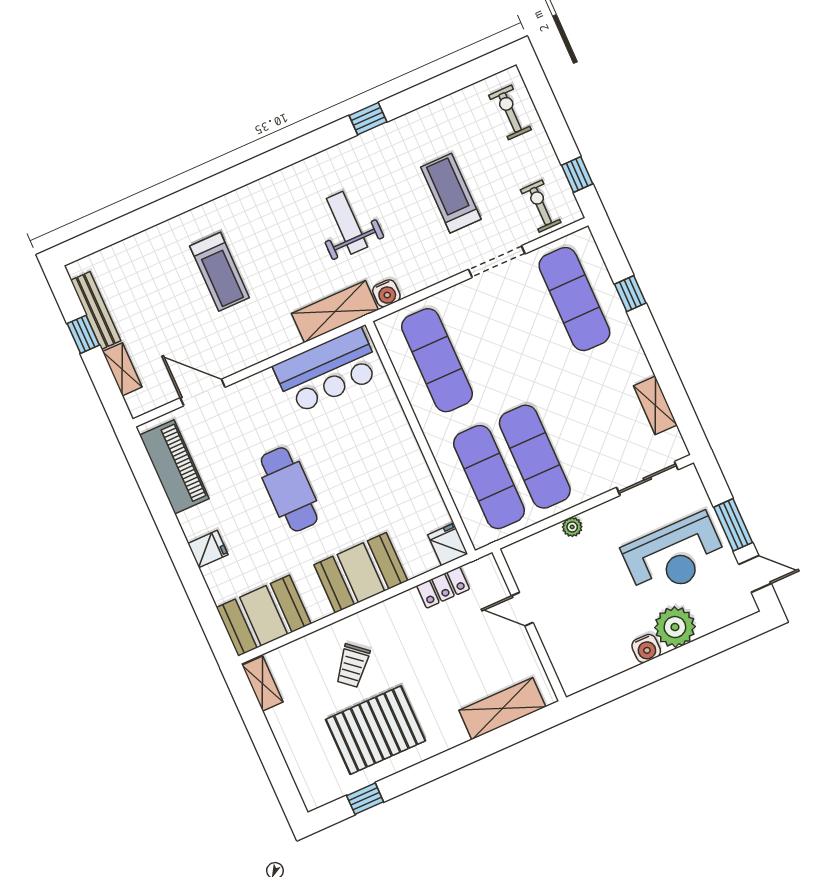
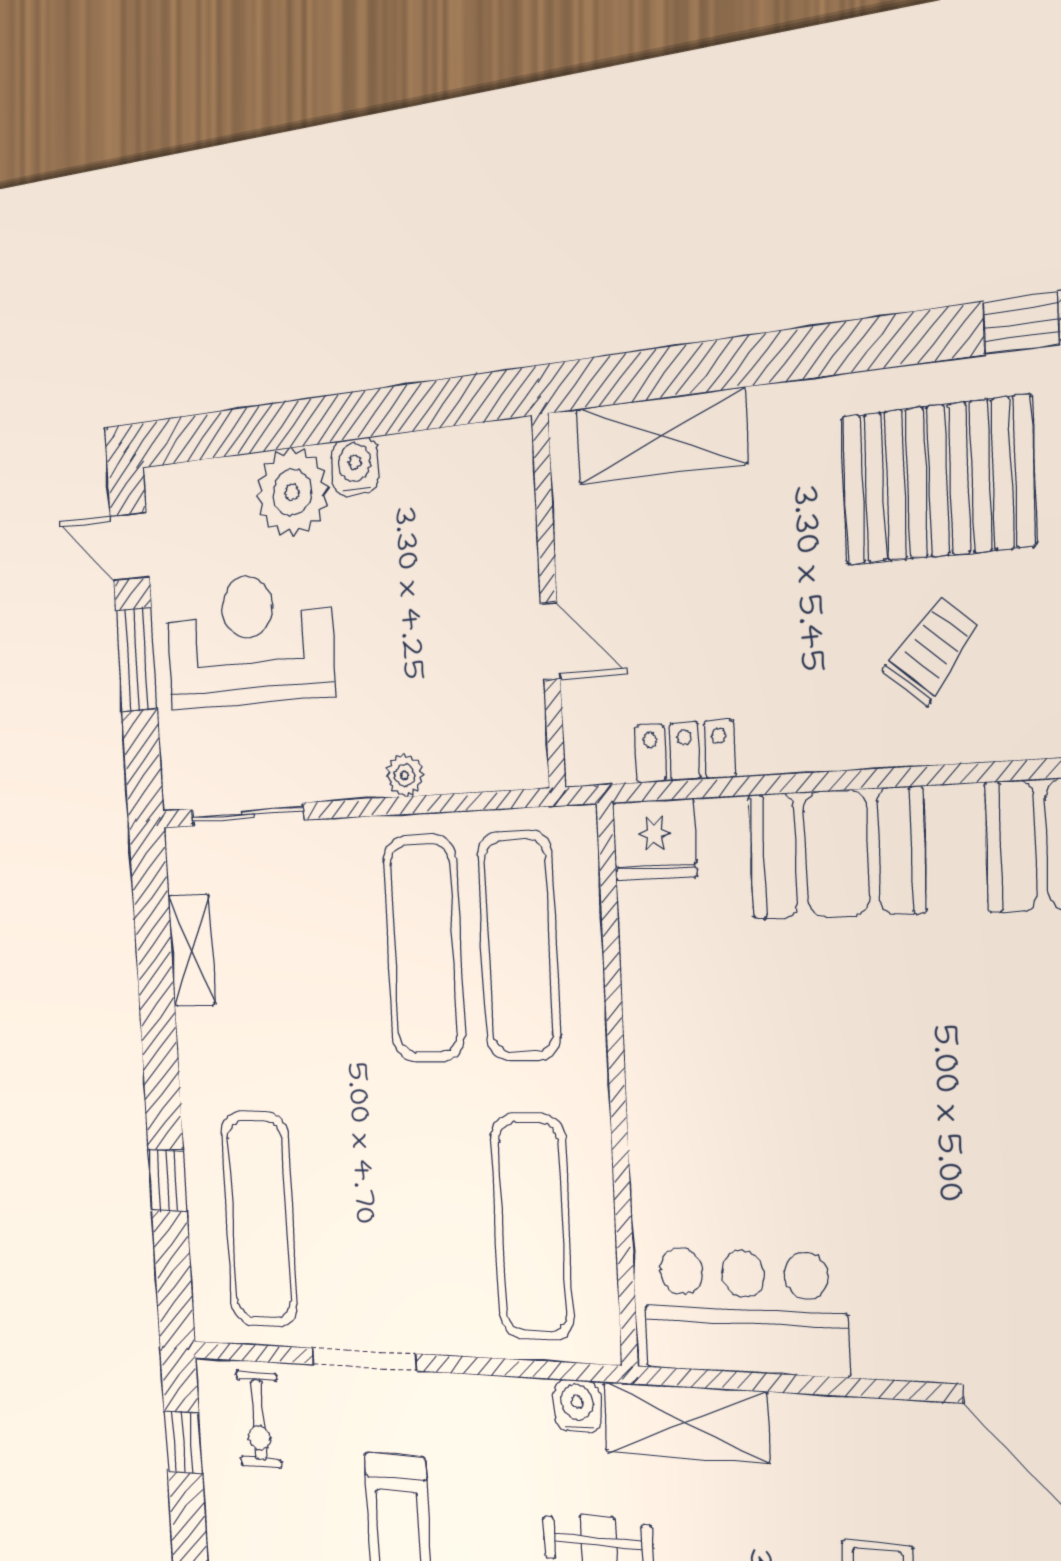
cafe table: (289, 489) -> (916, 1102), removed
fridge: (448, 544) -> (655, 840), width x1.38

